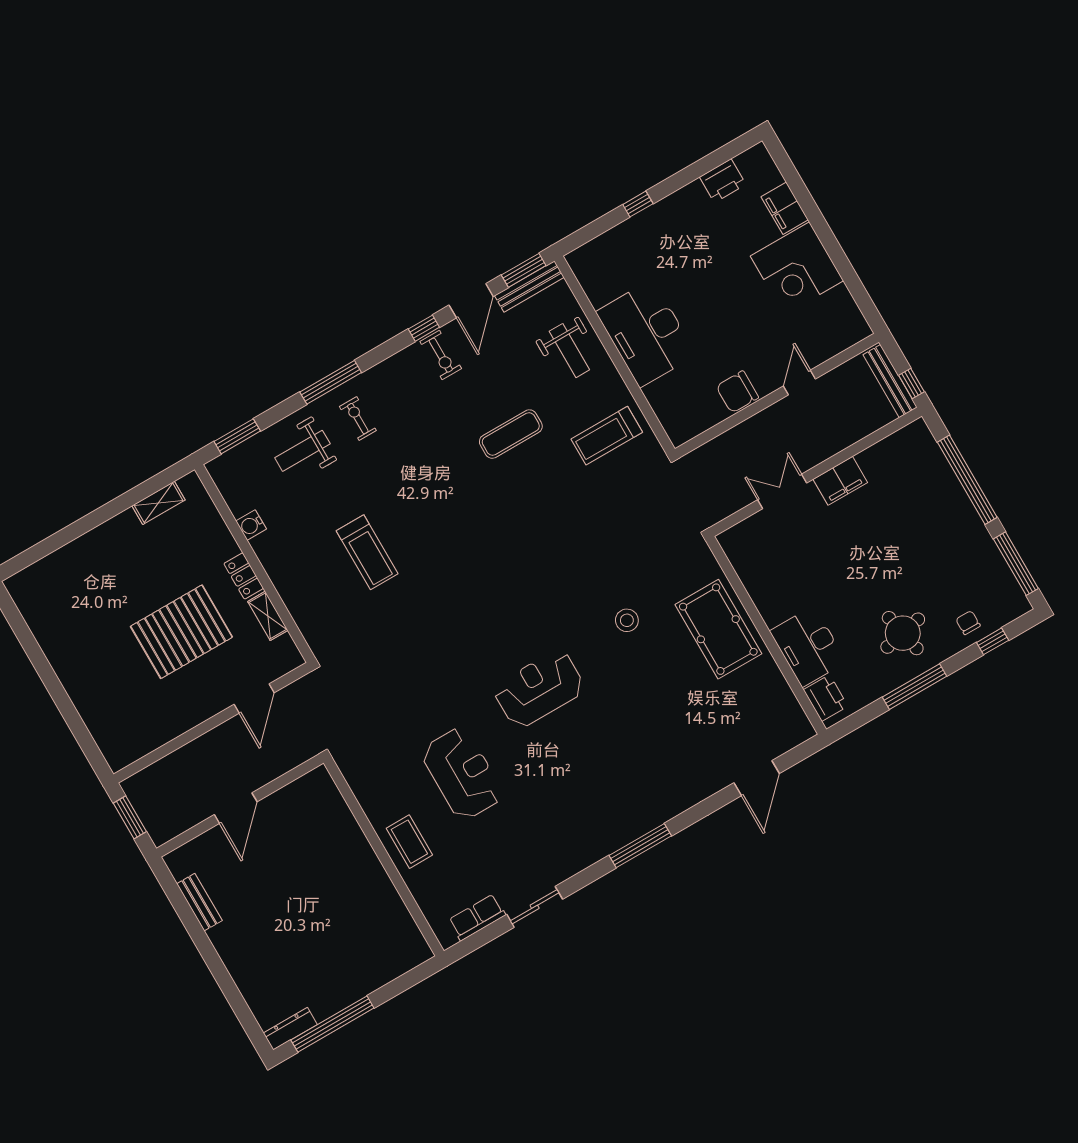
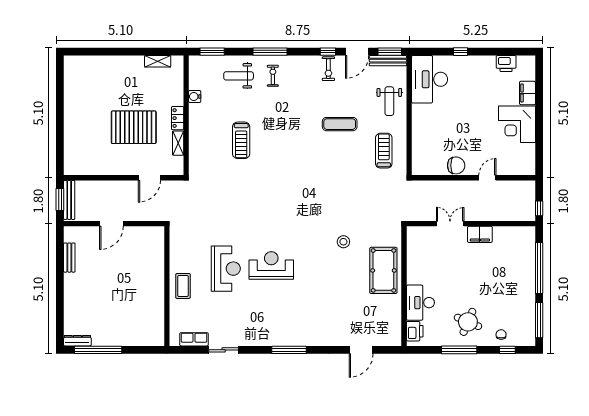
desk: (646, 333) -> (430, 79), moved
bench: (890, 381) -> (69, 200), moved
chair: (737, 392) -> (456, 165), turned 180
treadmill: (607, 436) -> (384, 151), turned 90
round table: (903, 633) -> (468, 322), turned 35
reception desk: (539, 689) -> (271, 265), moved

